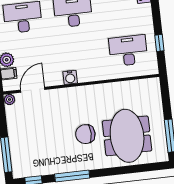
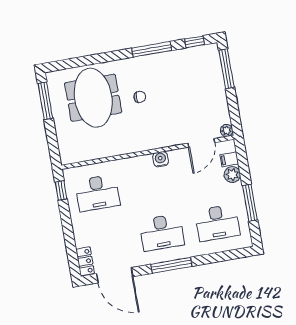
window: (159, 43) -> (61, 190), moved
chair: (85, 134) -> (140, 97), width x0.54, depth x0.54

